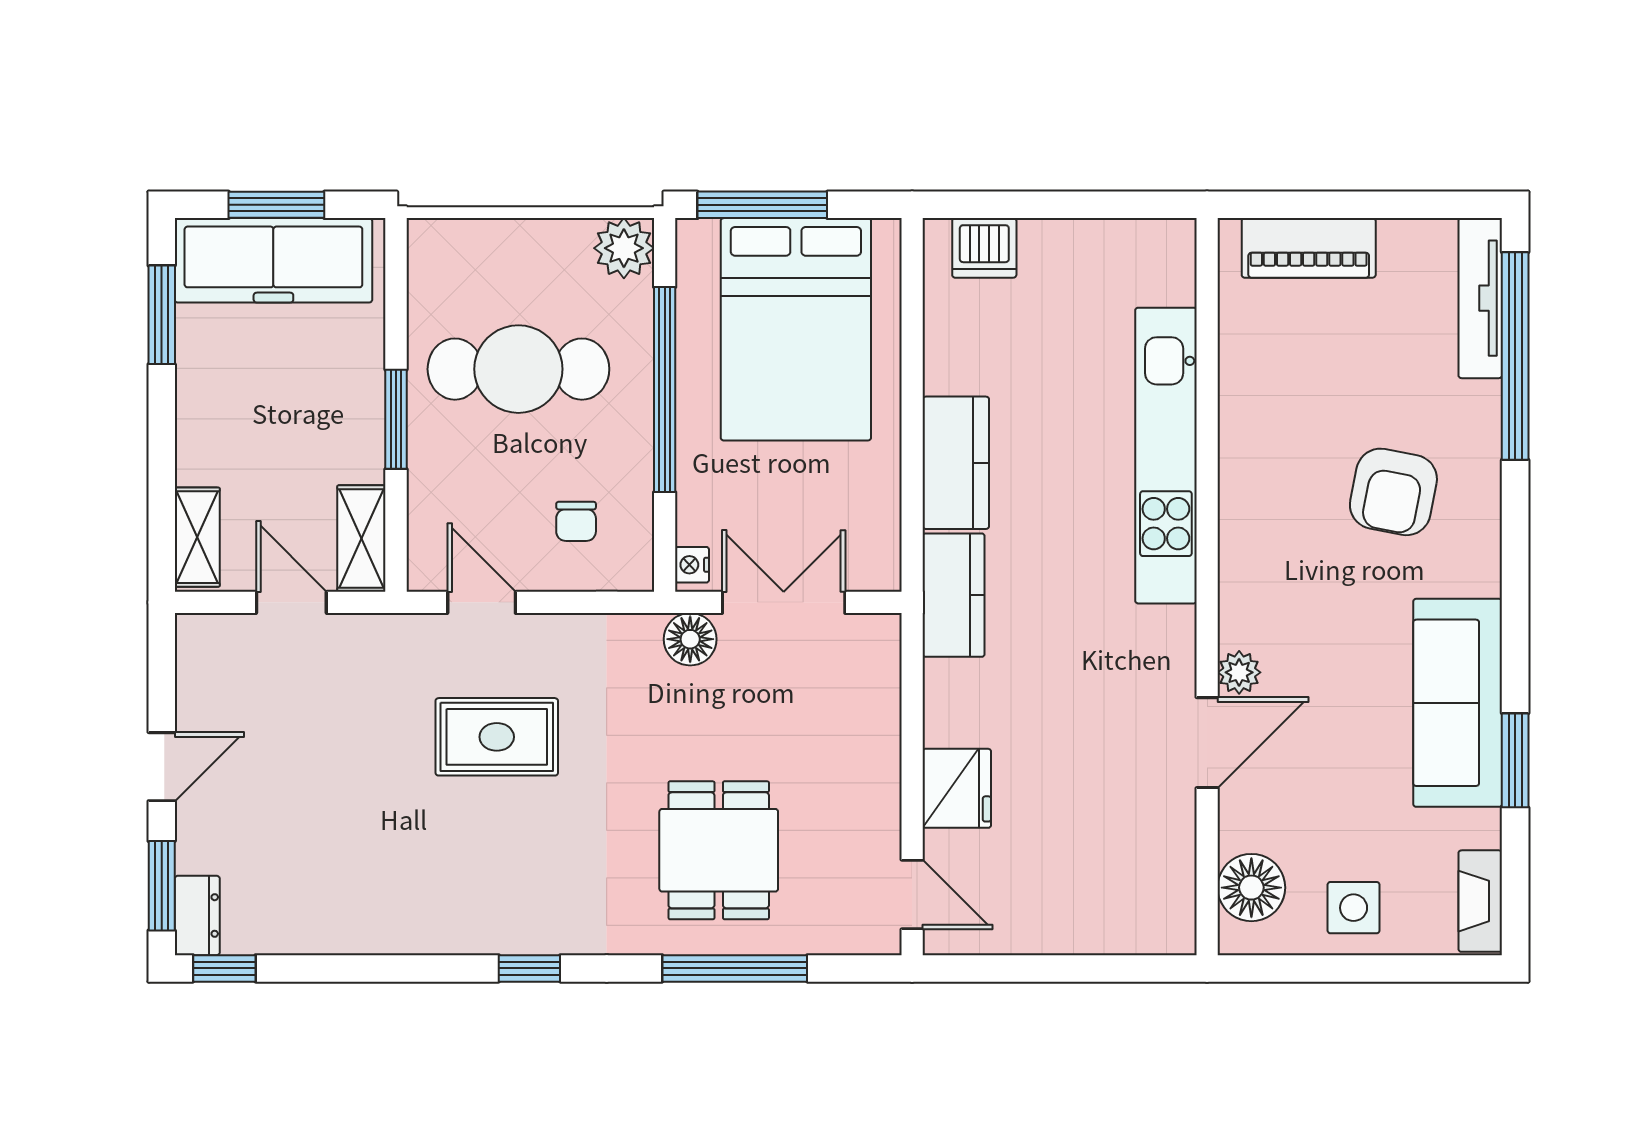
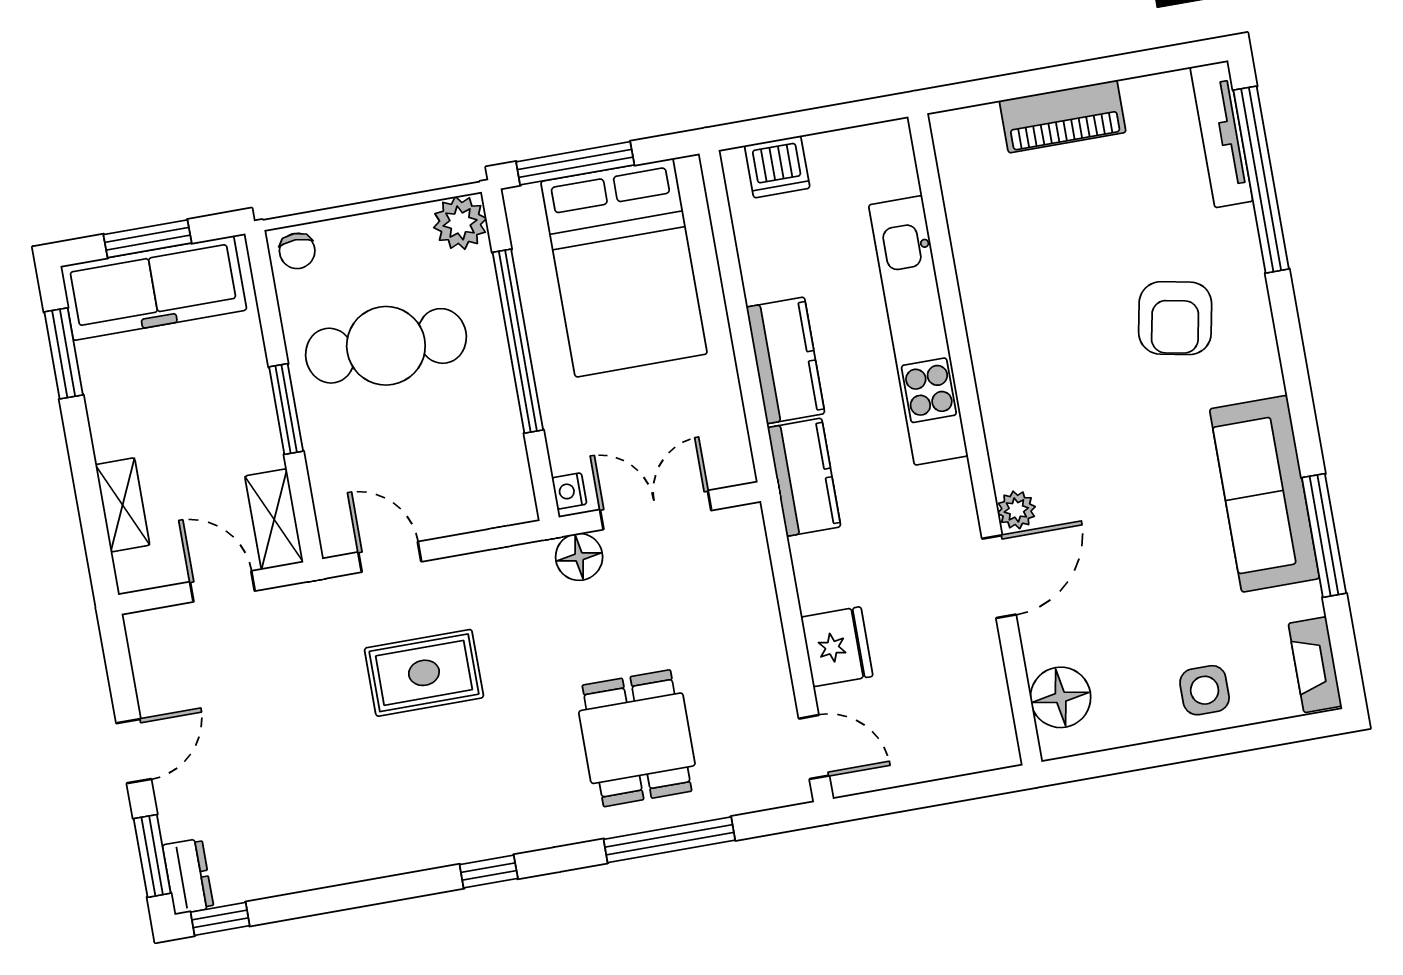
kitchen unit: (1166, 456) -> (918, 330), moved
chair: (576, 521) -> (297, 251), moved
shelving: (197, 537) -> (123, 505), moved
wall: (1207, 587) -> (975, 439), moved
plant: (1239, 672) -> (1016, 510), moved
door: (1207, 743) -> (999, 577), moved
window: (1515, 760) -> (1324, 535), width x1.44
floor lamp: (1251, 888) -> (1061, 697), moved

